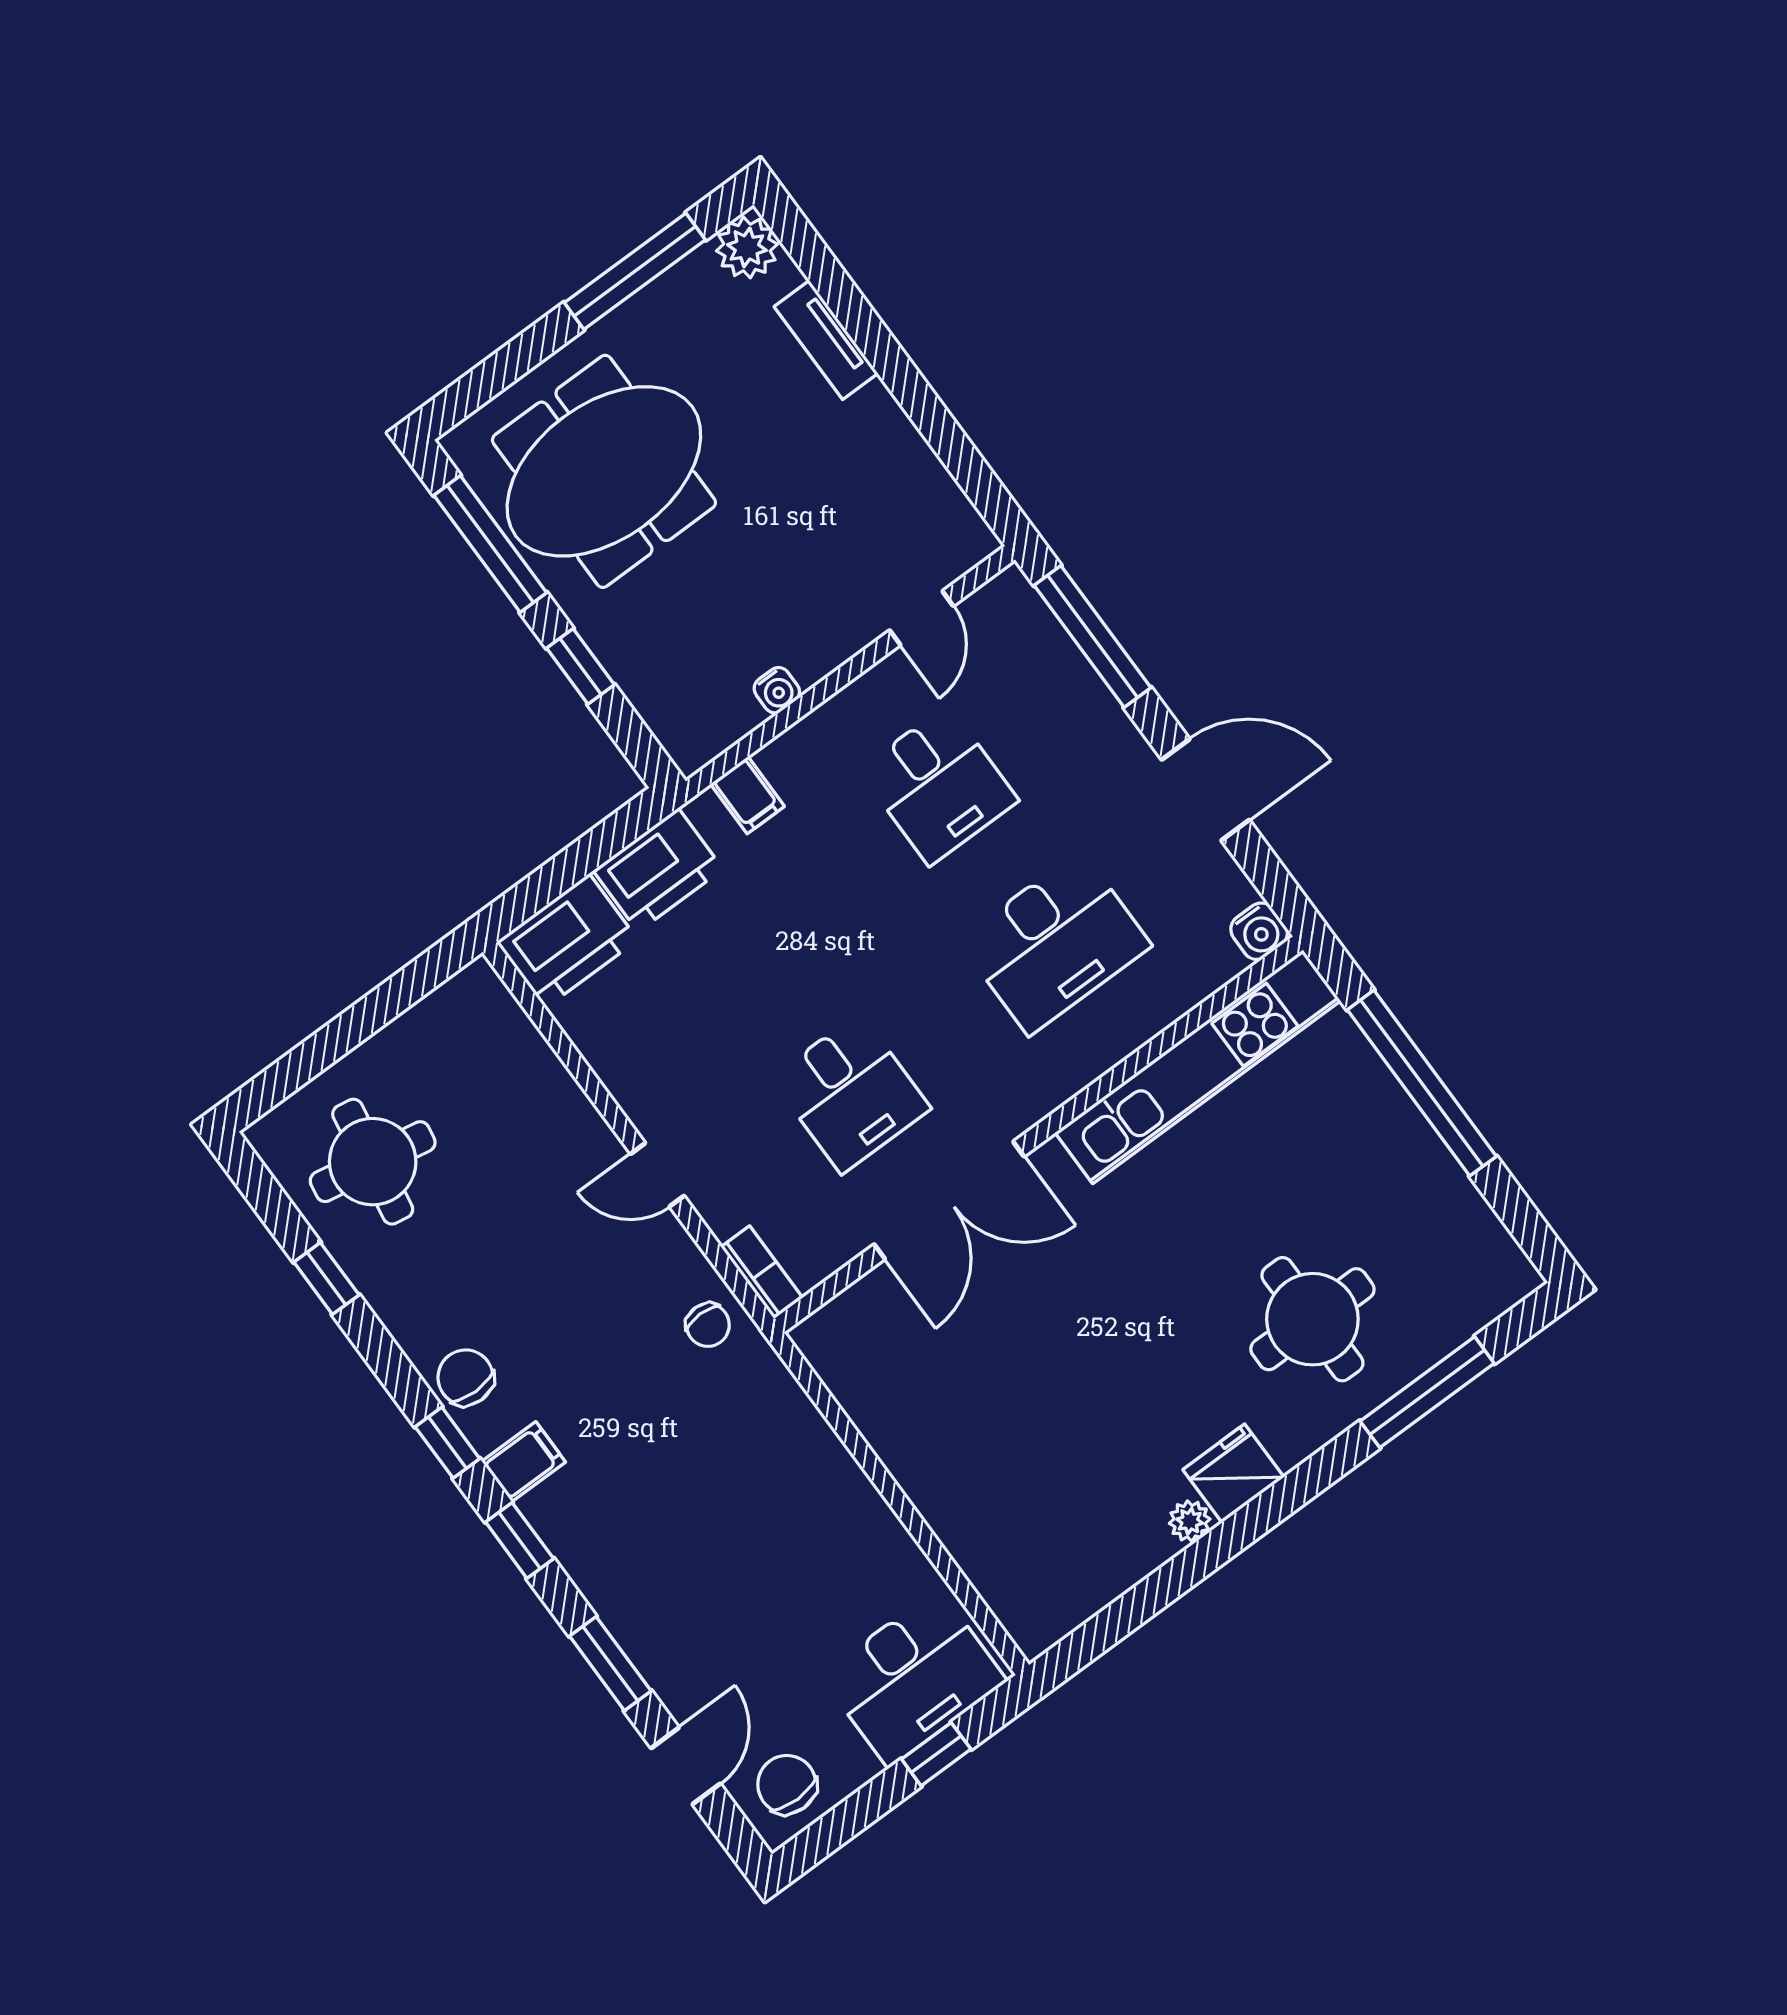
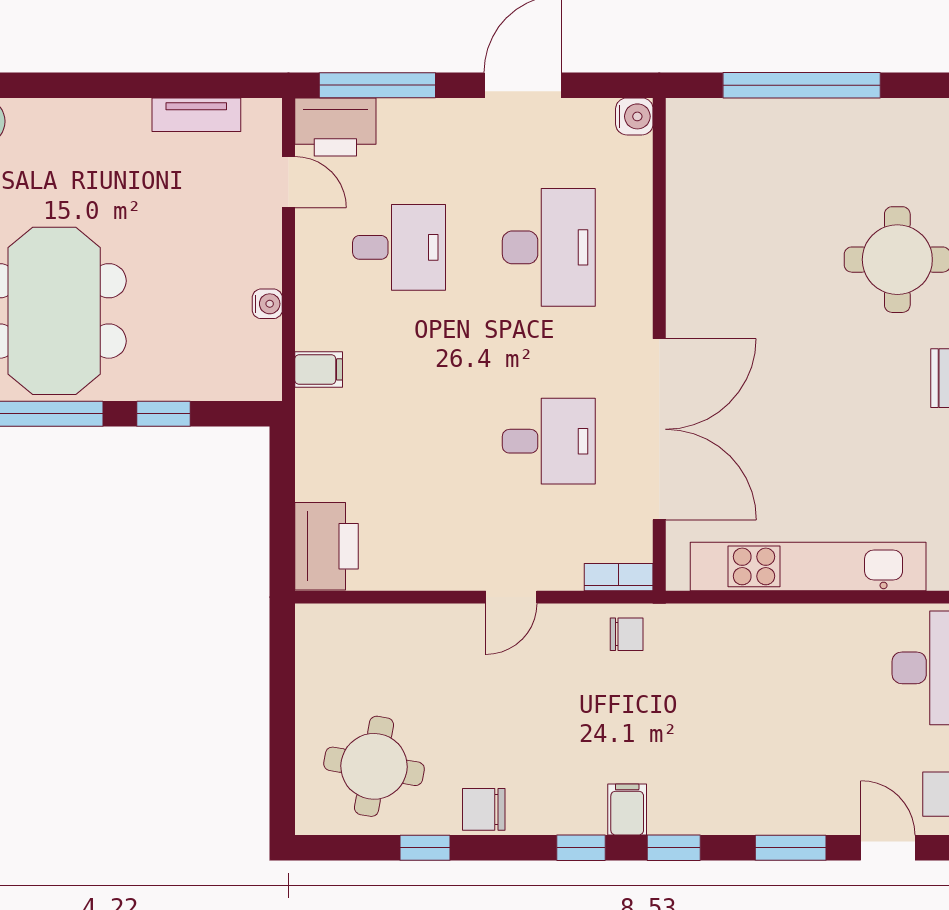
tv unit: (826, 340) -> (196, 115), moved
printer: (658, 870) -> (335, 127), moved, turned 90
kitchen unit: (1198, 1067) -> (808, 566), moved, turned -90
double door: (949, 1200) -> (659, 429), width x1.36
chair: (466, 1377) -> (484, 809), moved

